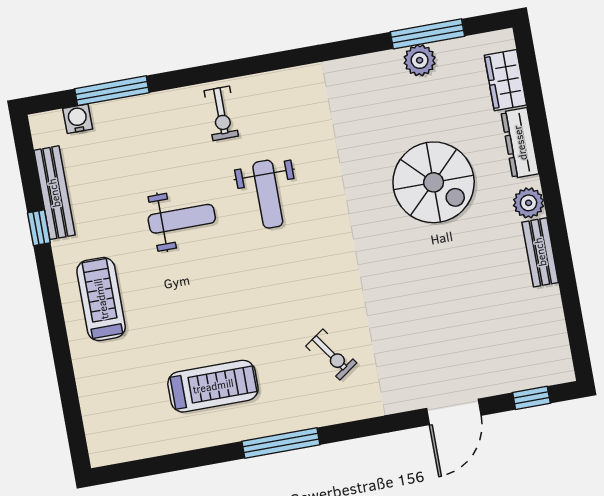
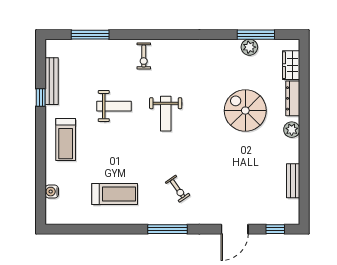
water cooler: (78, 119) -> (52, 192), moved, turned -90
spiral stairs: (434, 182) -> (245, 111), turned 180
weight bench: (268, 194) -> (166, 114), moved
bench: (540, 252) -> (293, 181), moved
treadmill: (101, 299) -> (66, 139), turned 180
window: (281, 443) -> (167, 229), moved

